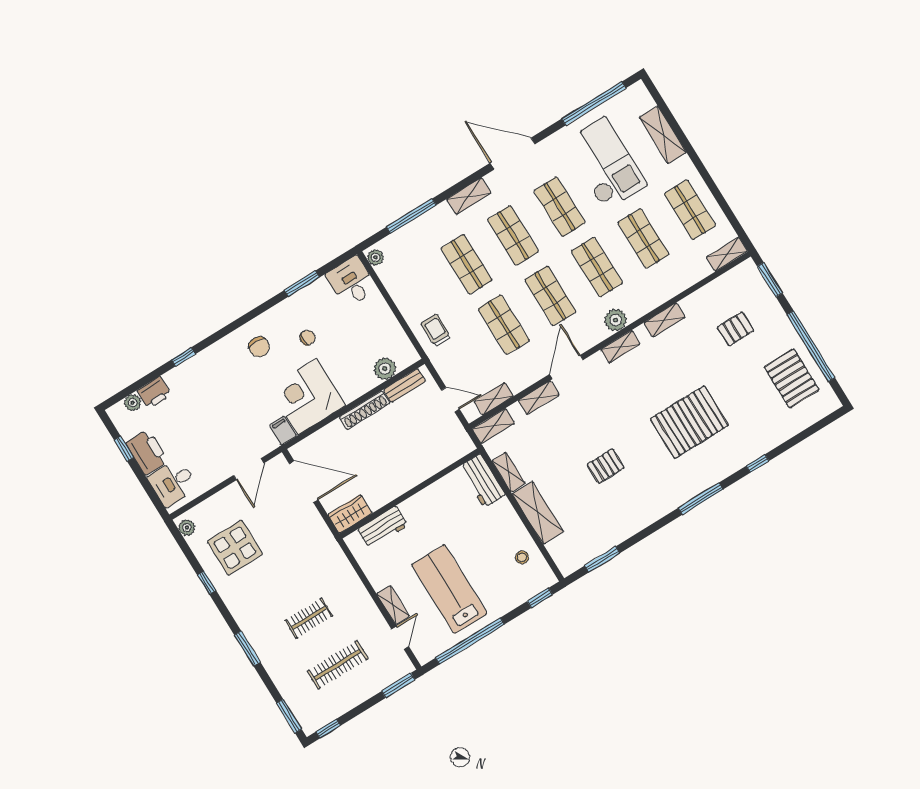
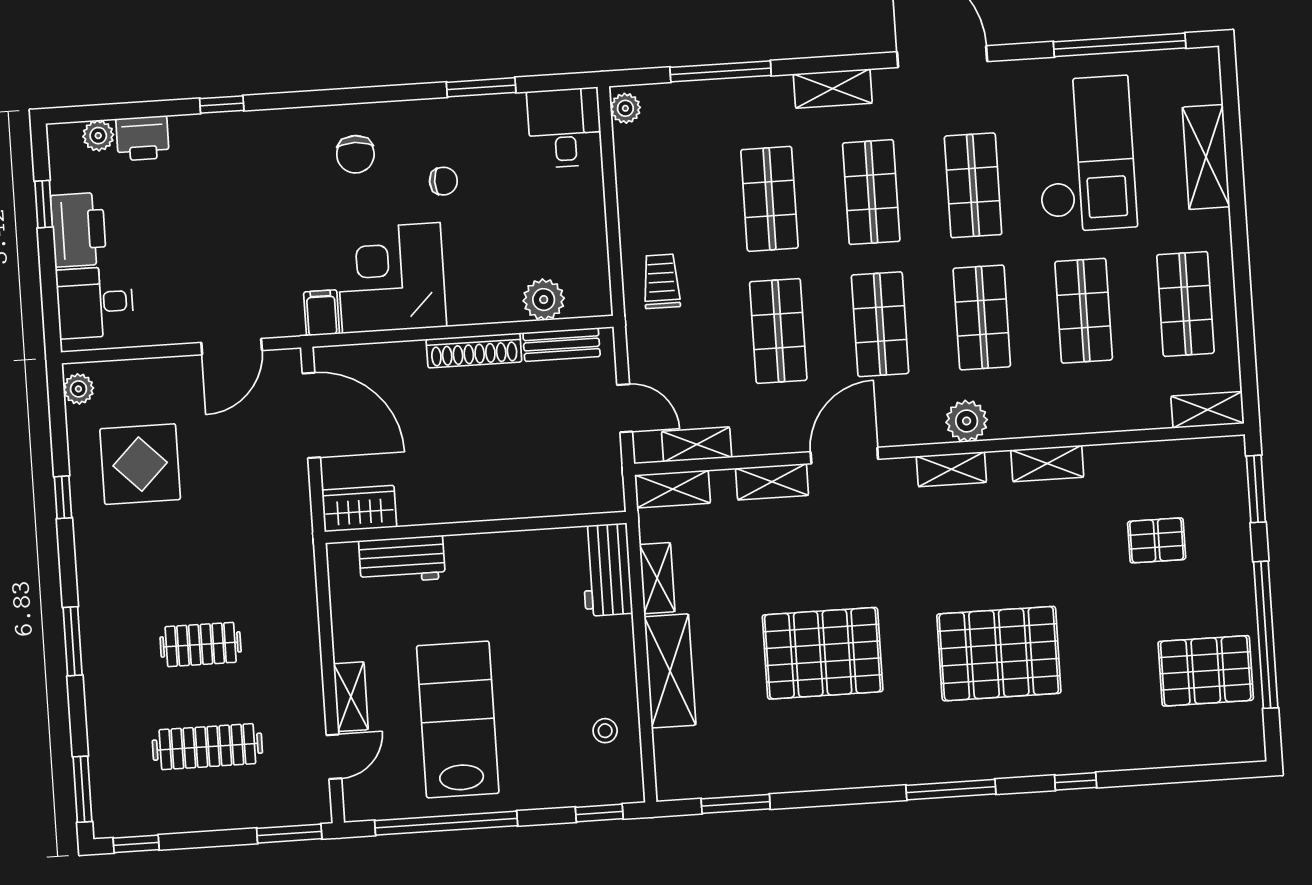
pallet: (792, 378) -> (1206, 671), turned 90
pallet: (606, 466) -> (823, 653), width x2.05, depth x2.00

